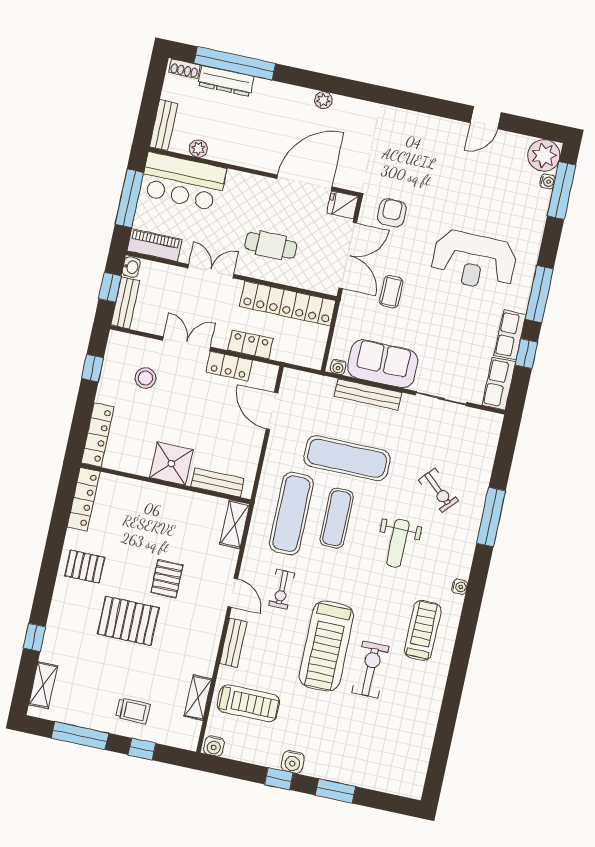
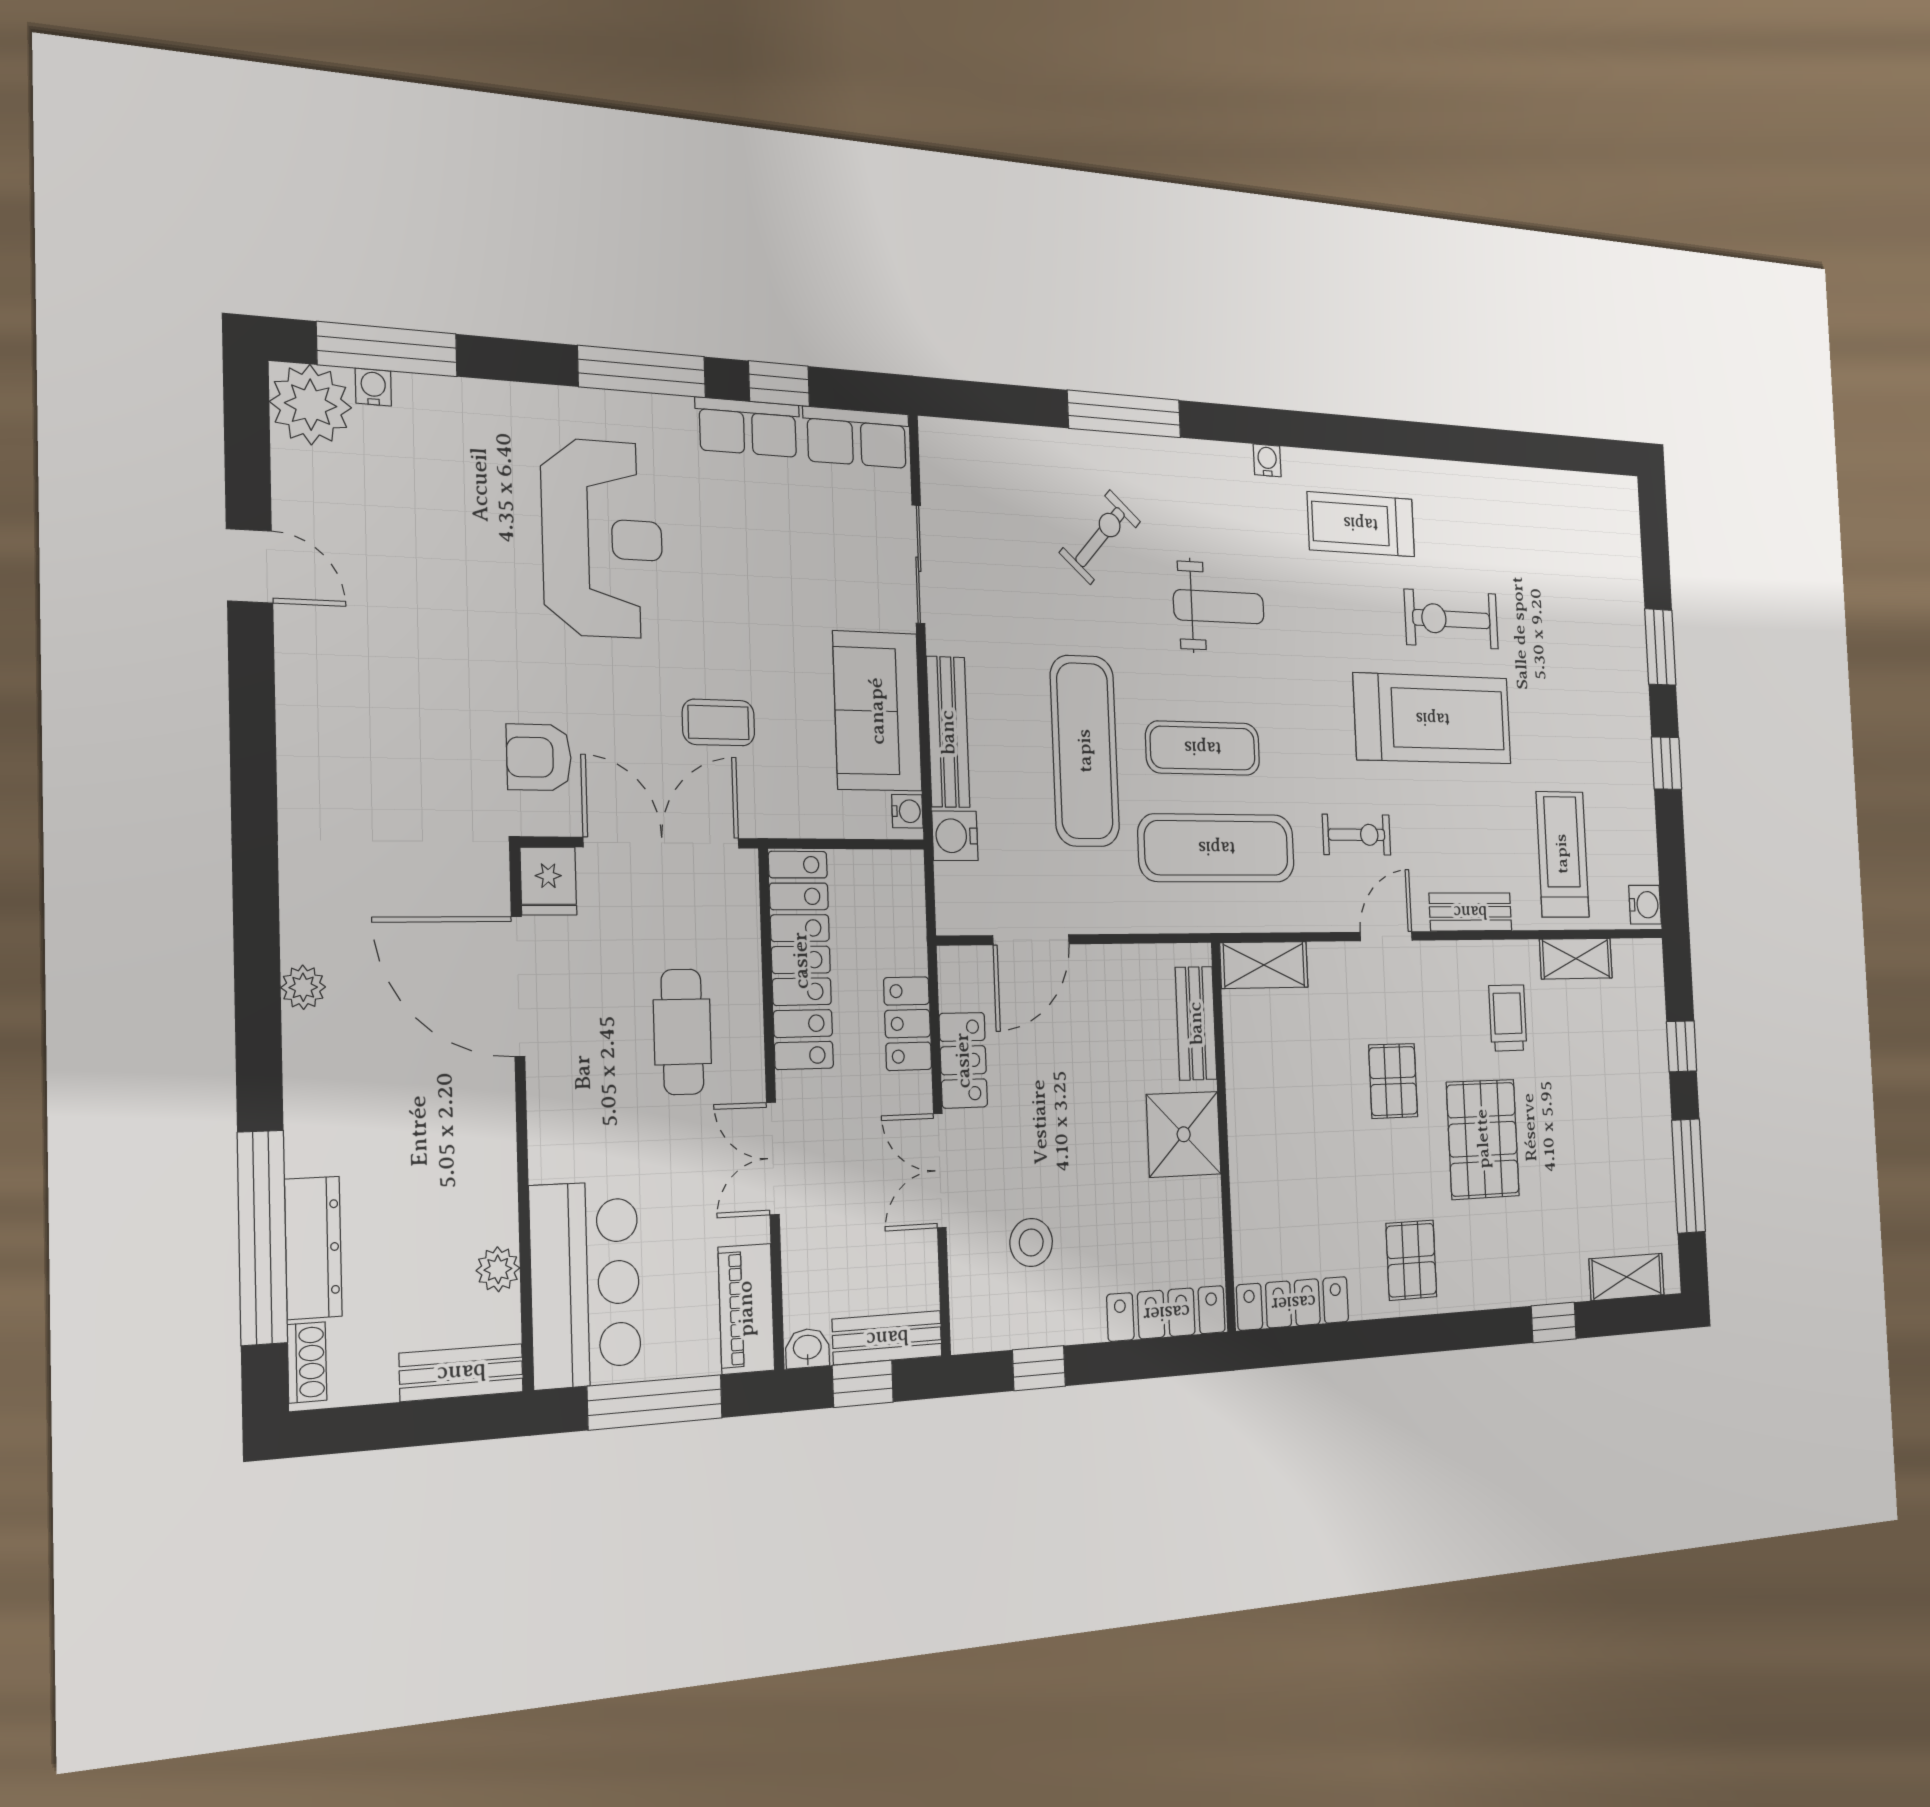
pallet: (167, 579) -> (1393, 1081), turned 90
trolley: (133, 711) -> (1508, 1018), moved
water cooler: (293, 762) -> (955, 836), moved, turned 180

